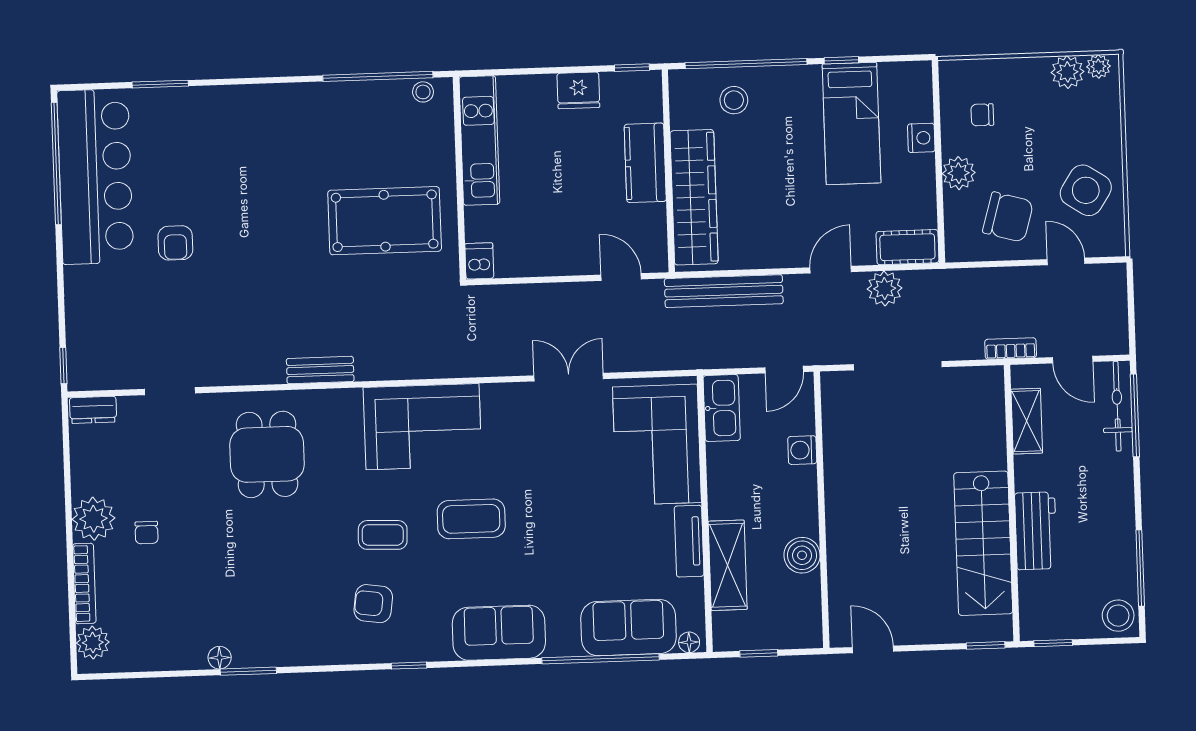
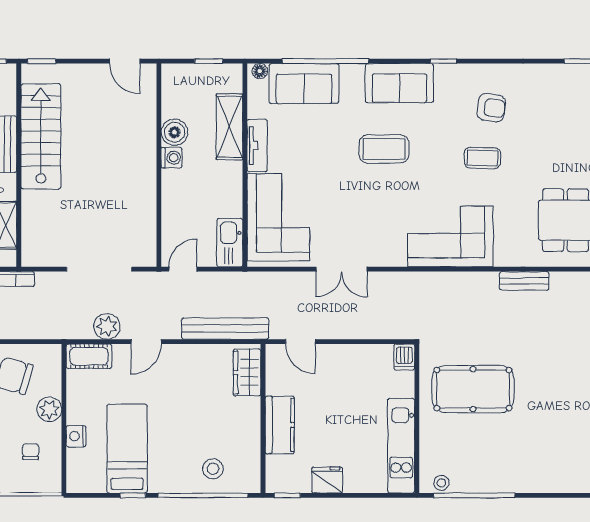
chair: (982, 115) -> (31, 452), turned -90
wardrobe: (694, 197) -> (247, 372), width x0.48, depth x0.85
washing machine: (802, 450) -> (172, 158), moved
coffee table: (471, 519) -> (384, 149), moved
window: (409, 666) -> (443, 61), moved

